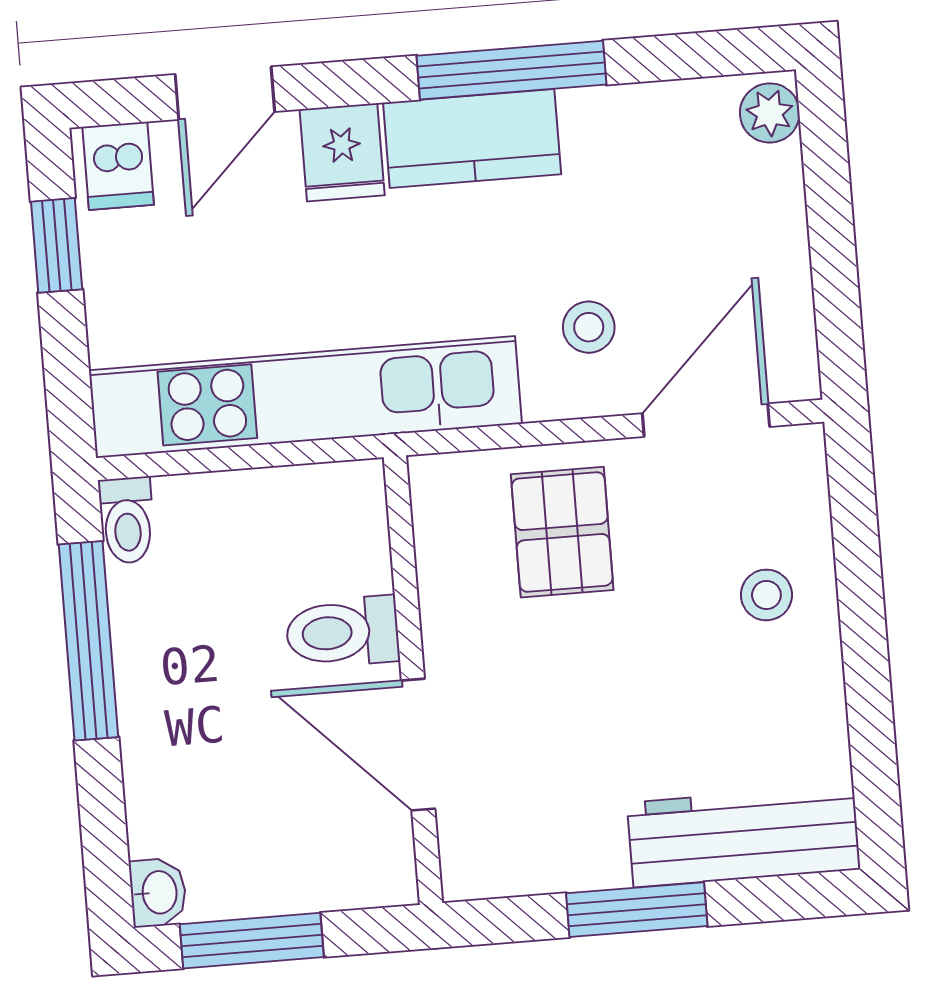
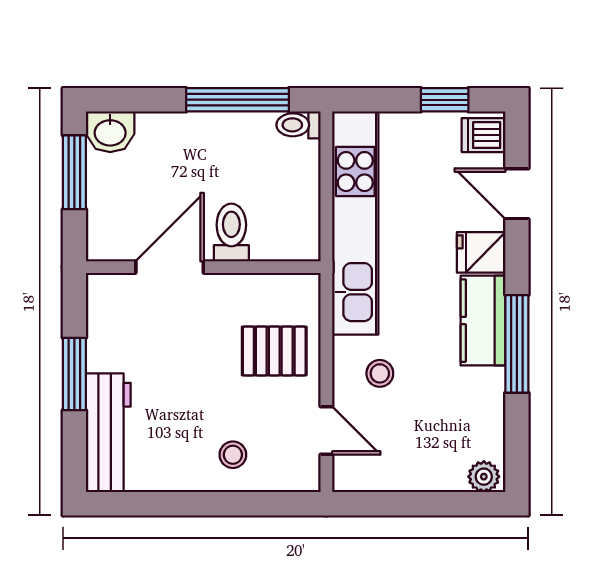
door: (706, 420) -> (326, 431), width x0.73
washbasin: (158, 892) -> (110, 132), width x1.38, depth x1.45

